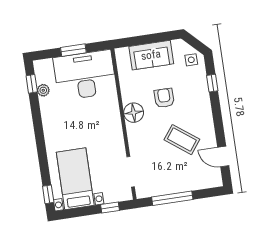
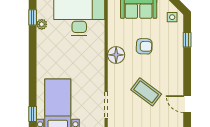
armchair: (164, 98) -> (144, 46), turned 92
coffee table: (182, 140) -> (146, 92), moved

